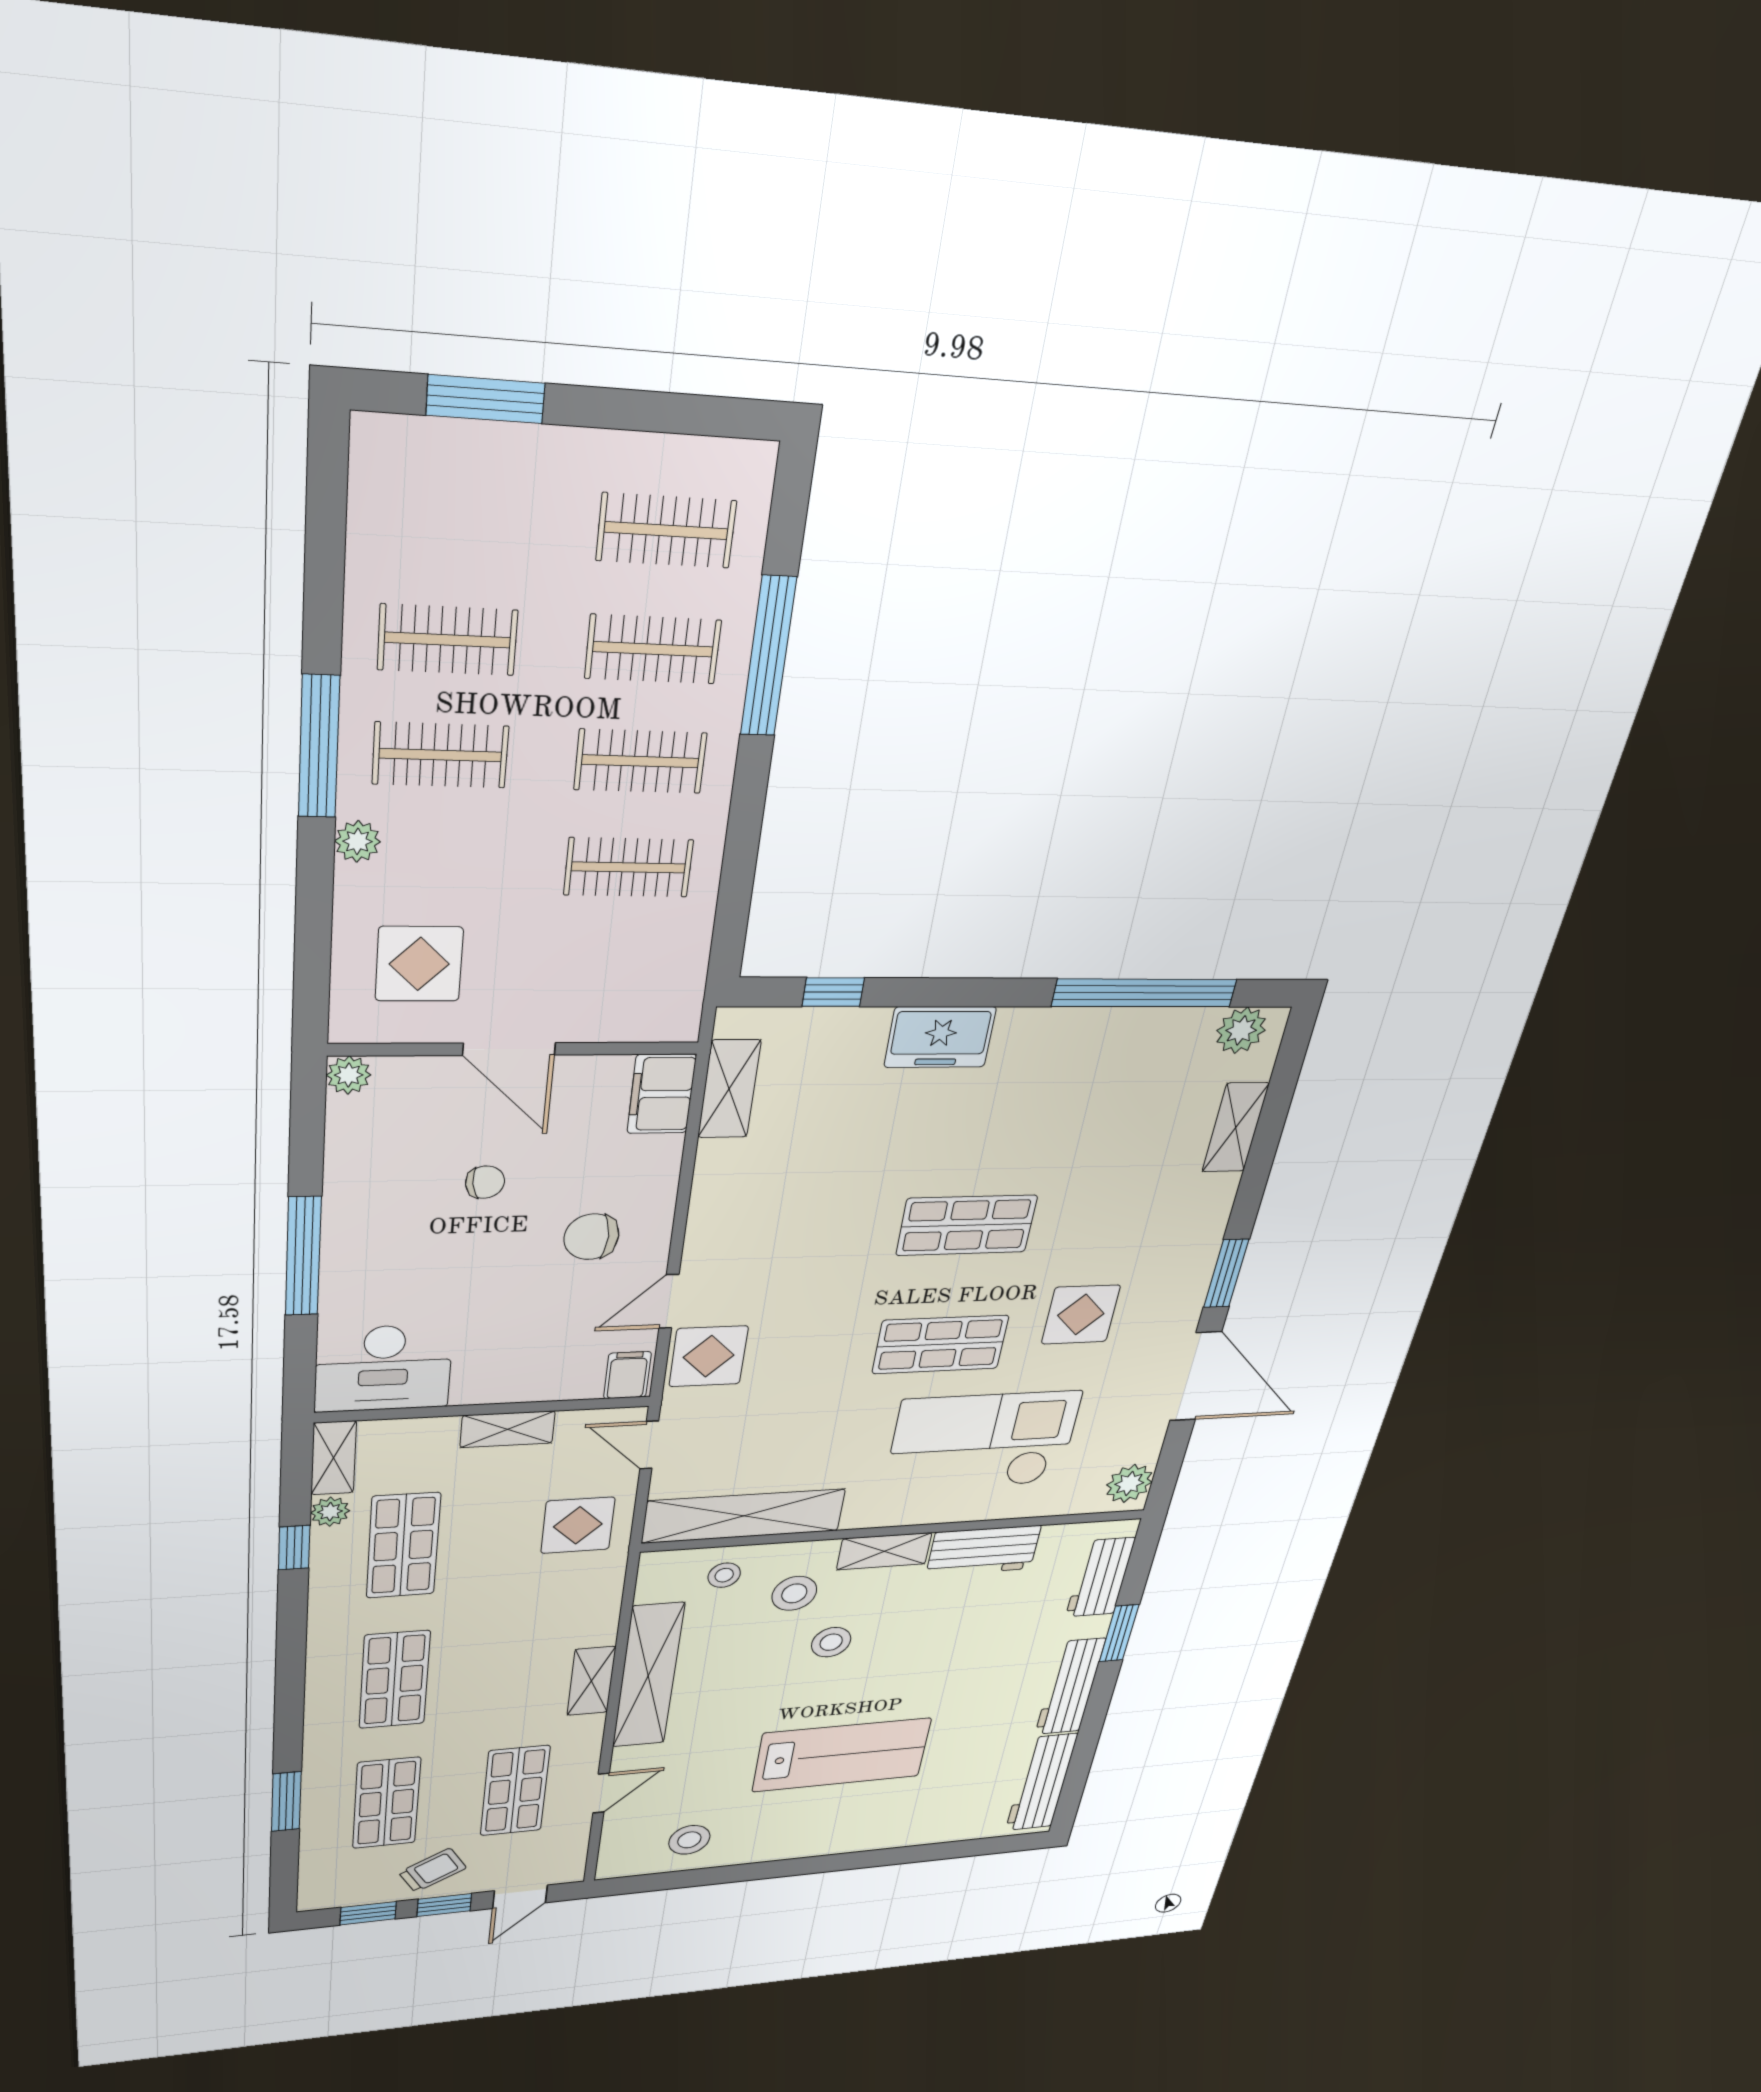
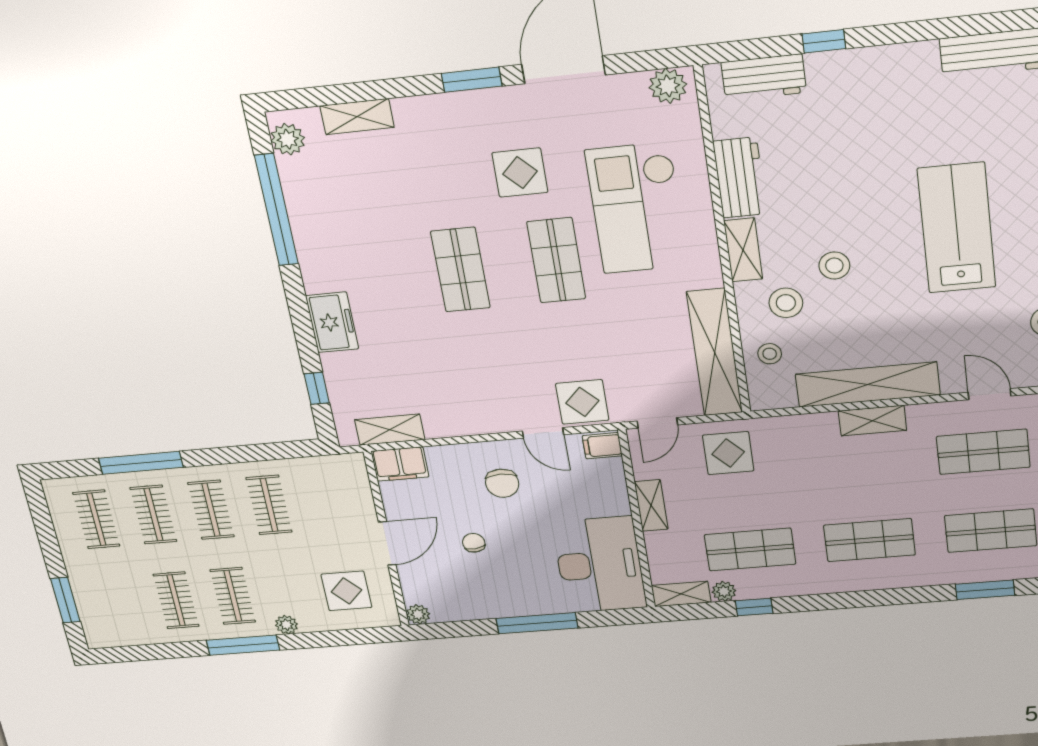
desk: (383, 1368) -> (599, 565), width x1.36, depth x1.30
window: (1119, 1633) -> (824, 41), width x0.67
workbench: (1070, 1687) -> (884, 63), removed

